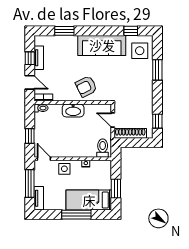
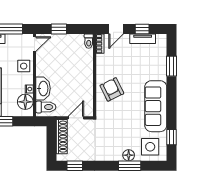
floor lamp: (148, 71) -> (129, 155), added
washbasin: (73, 110) -> (43, 88), moved, turned 180
floor lamp: (98, 167) -> (25, 102), added

